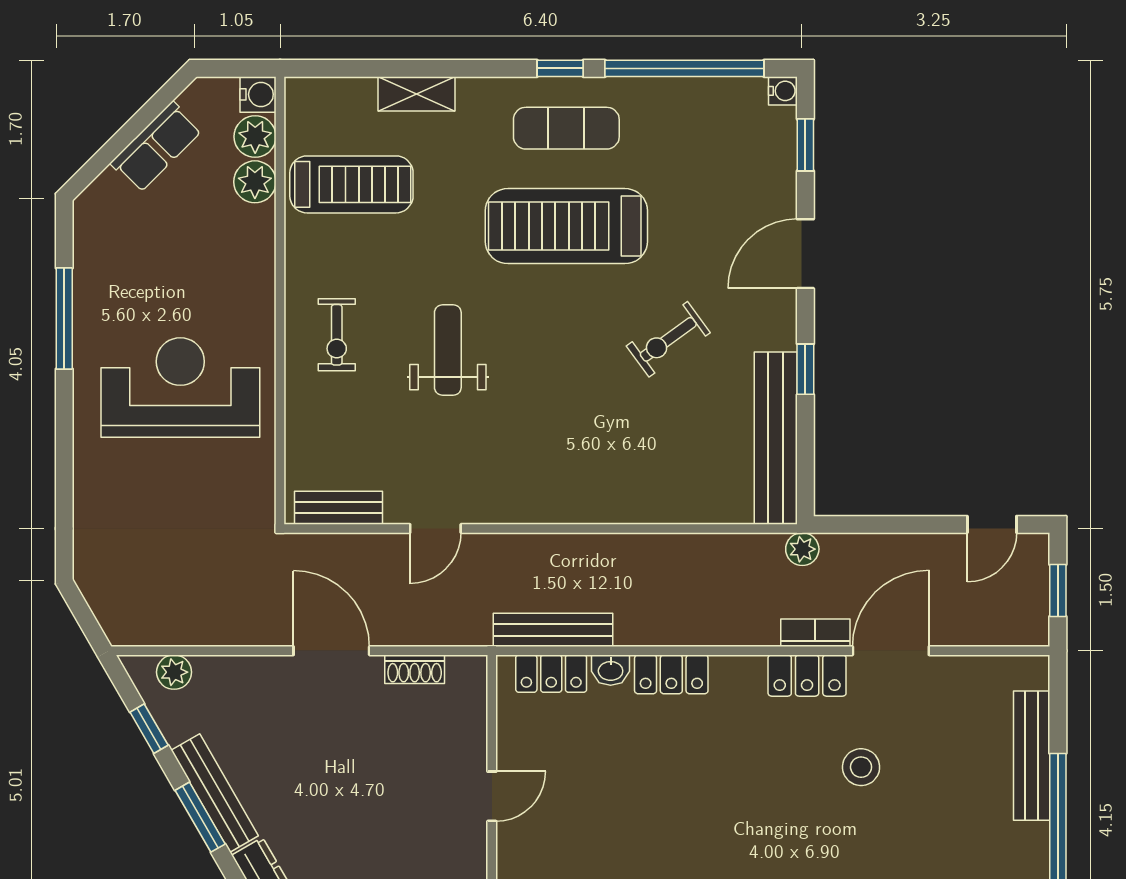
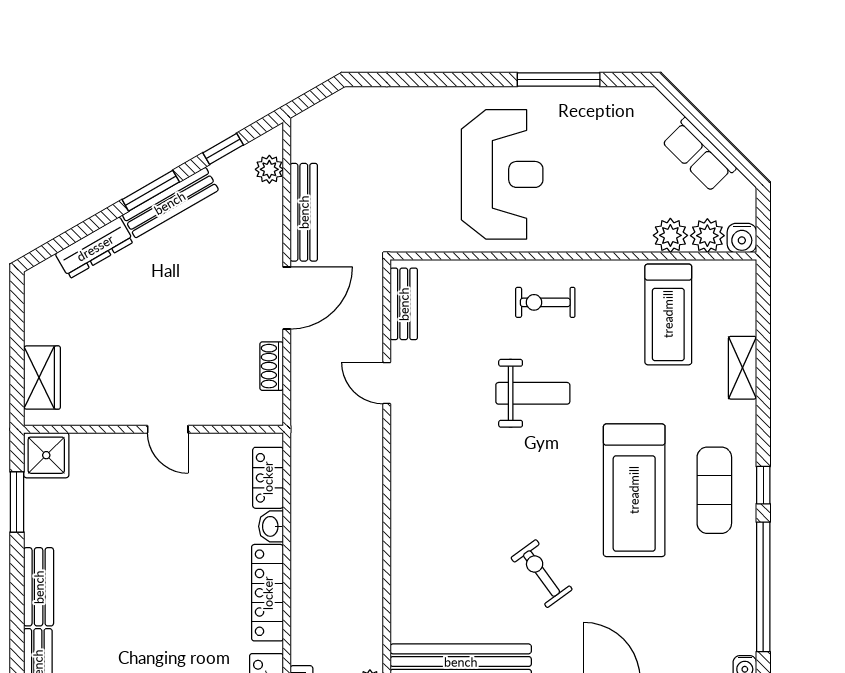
treadmill: (566, 226) -> (634, 490), turned 180
bench: (553, 630) -> (304, 212), moved
locker: (671, 674) -> (268, 593), width x1.53

